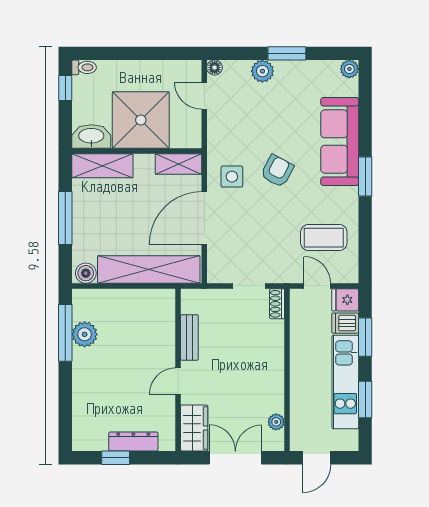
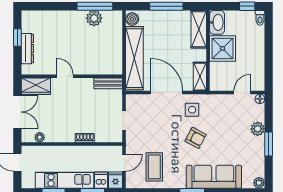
shower: (141, 120) -> (223, 48), width x0.73, depth x0.73
shoe rack: (277, 304) -> (85, 138), moved
bench: (189, 337) -> (108, 83), moved

